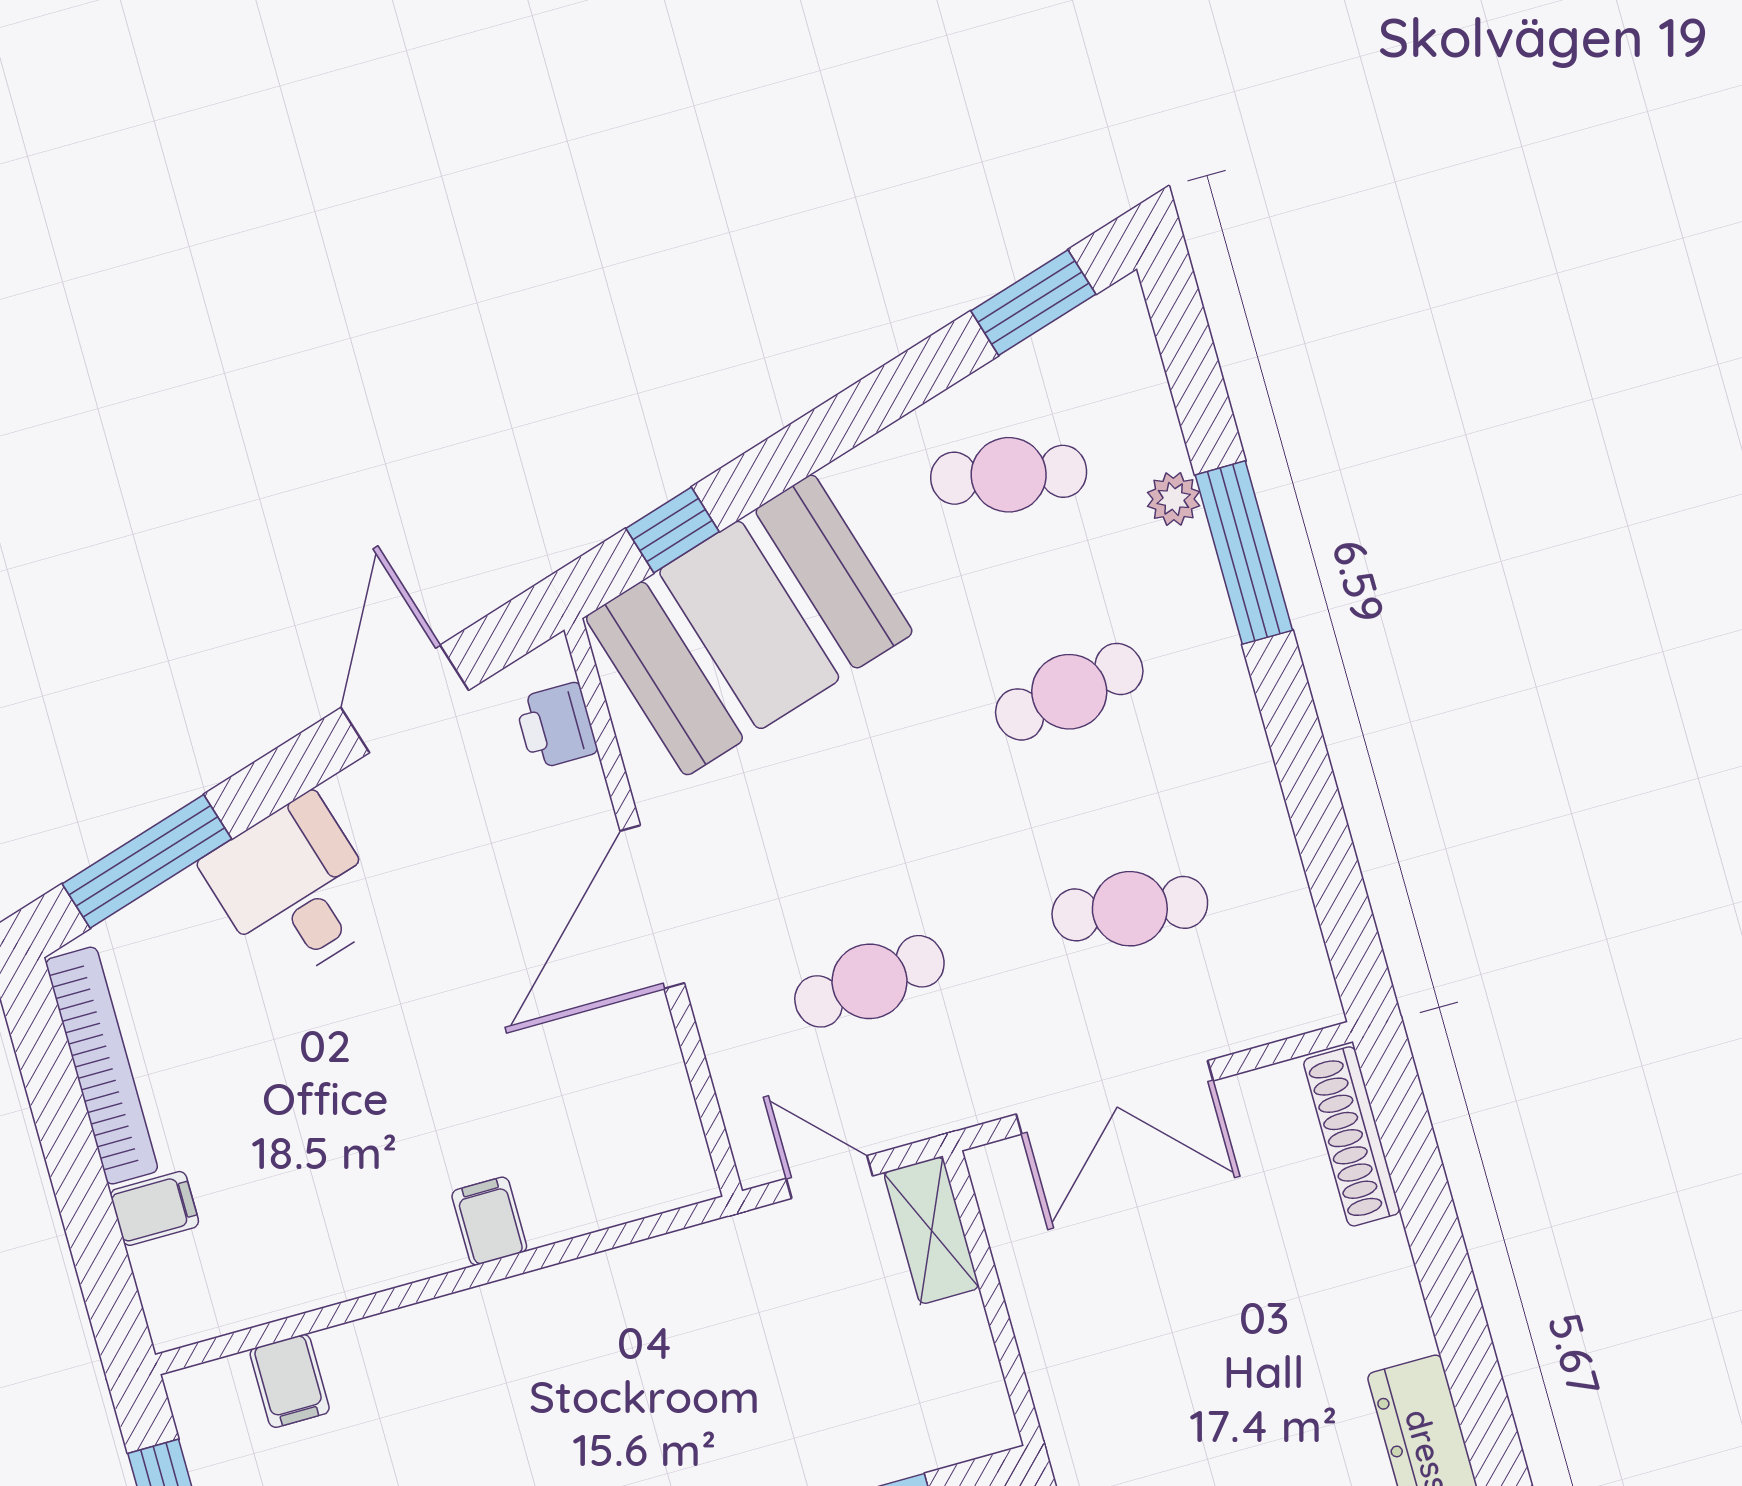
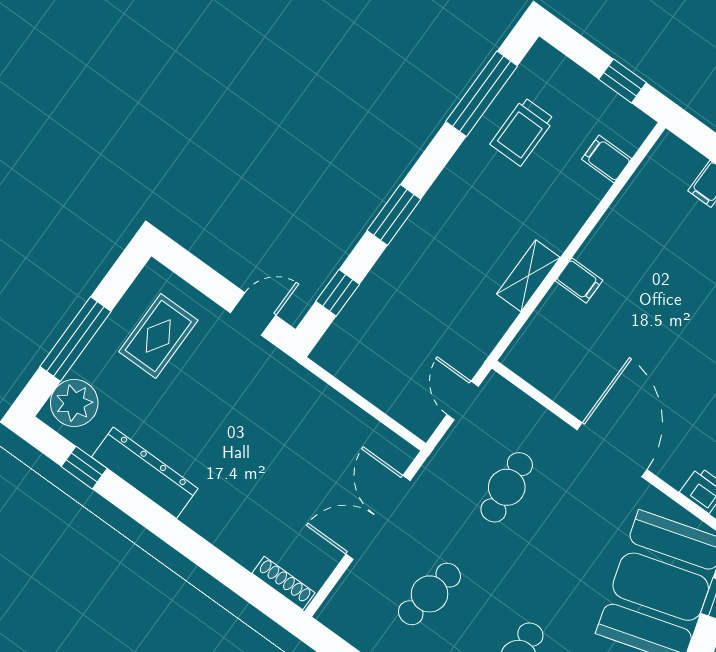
shoe rack: (1352, 1136) -> (283, 583), width x0.74, depth x0.81
door: (829, 1177) -> (463, 400), swing flipped
shelving: (931, 1230) -> (528, 276), moved, turned 90

